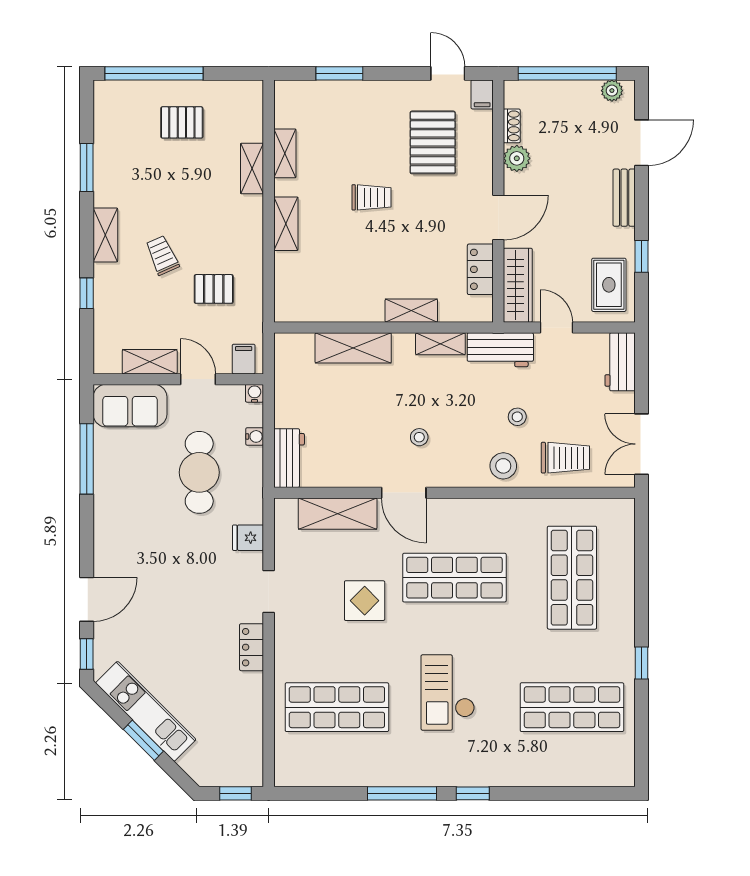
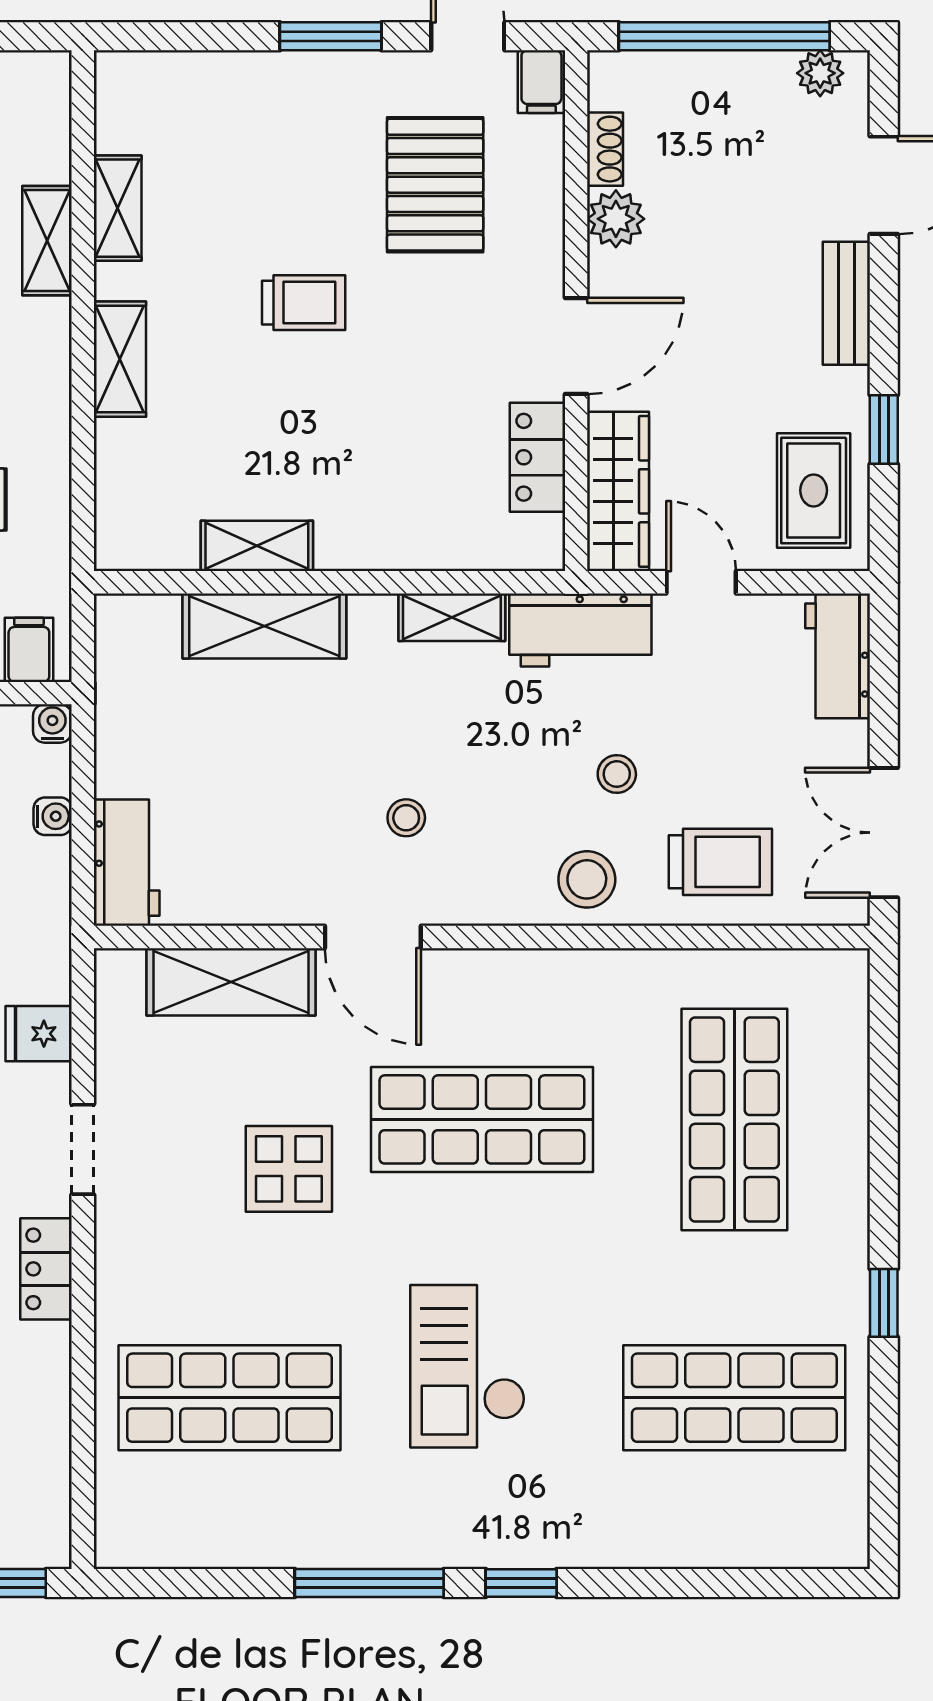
window: (339, 73) -> (331, 36), moved
shelving: (411, 311) -> (257, 546), moved

